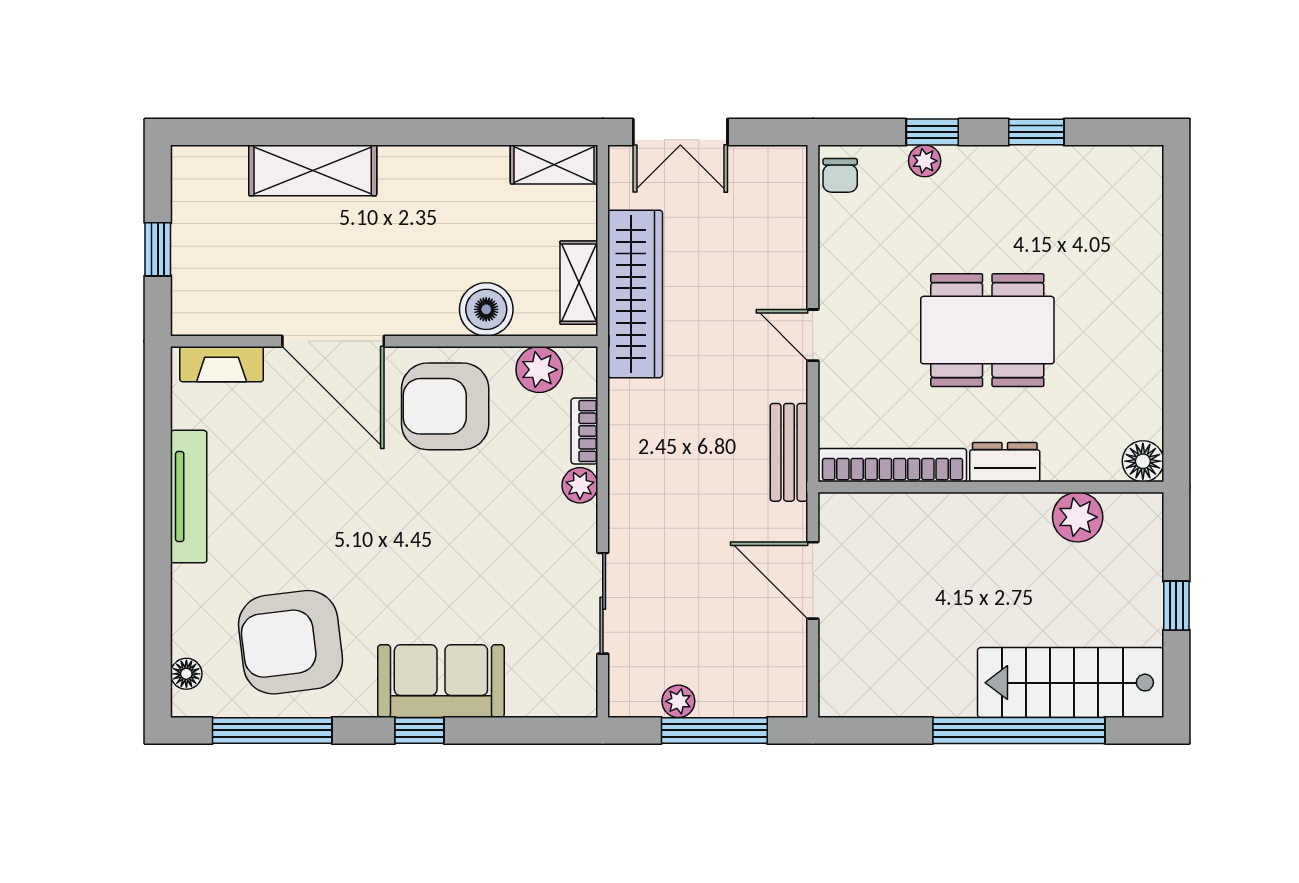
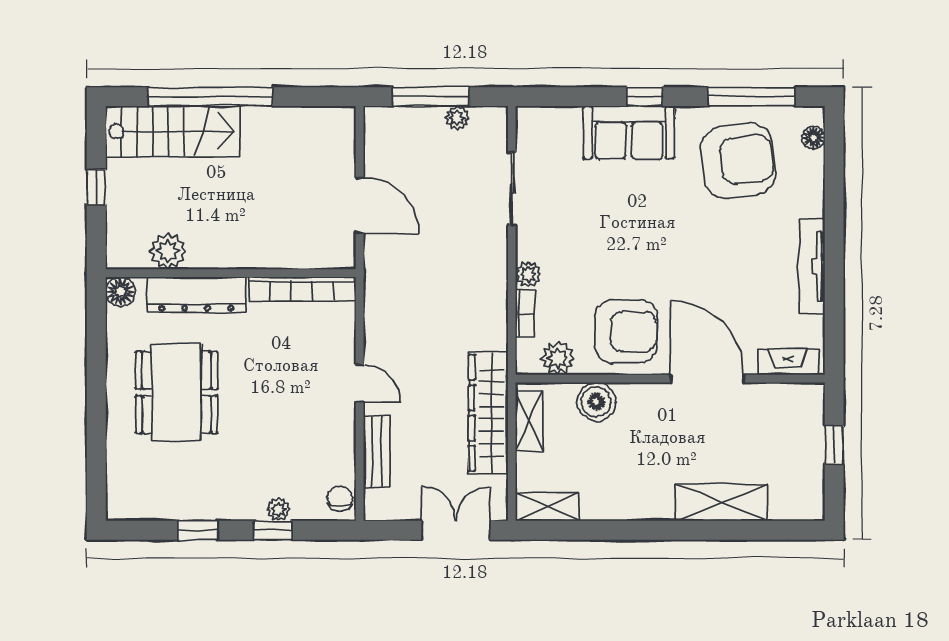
dining table: (987, 330) -> (177, 392), moved, turned 90
bench: (789, 452) -> (377, 452), moved
dresser: (1005, 462) -> (196, 295), width x1.96, depth x1.24

